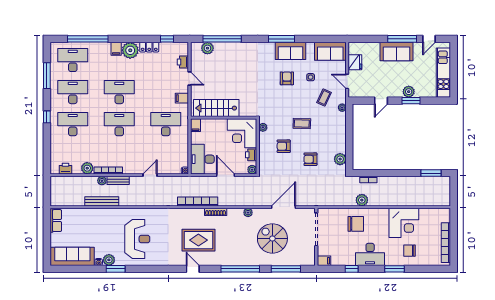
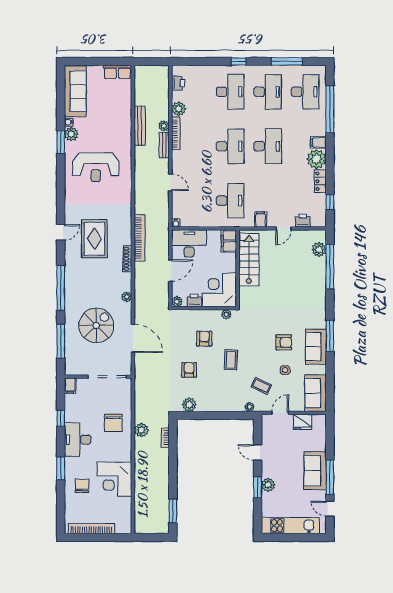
filing cabinet: (195, 125) -> (229, 241), width x2.00

